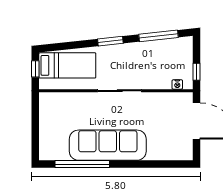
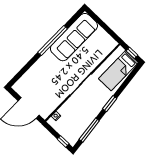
window: (197, 72) -> (63, 141), moved
sofa: (108, 145) -> (74, 37), moved
window: (82, 164) -> (53, 40), moved

